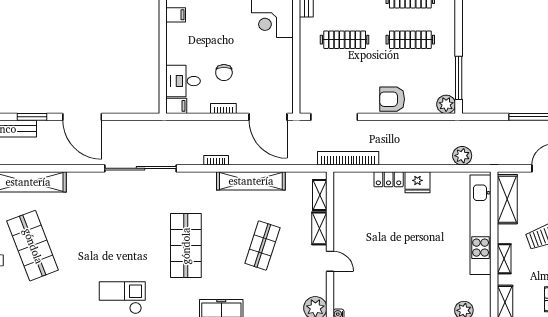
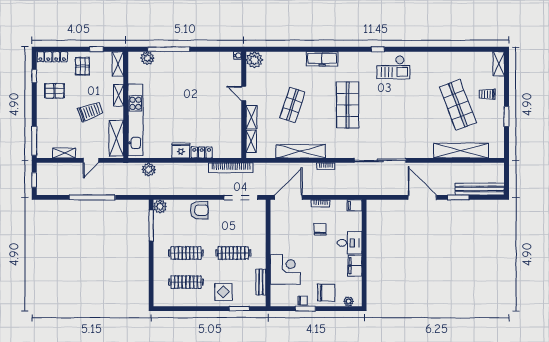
filing cabinet: (176, 15) -> (355, 266), width x2.00
desk: (183, 81) -> (350, 243), moved
door: (268, 117) -> (288, 197), hinge flipped

